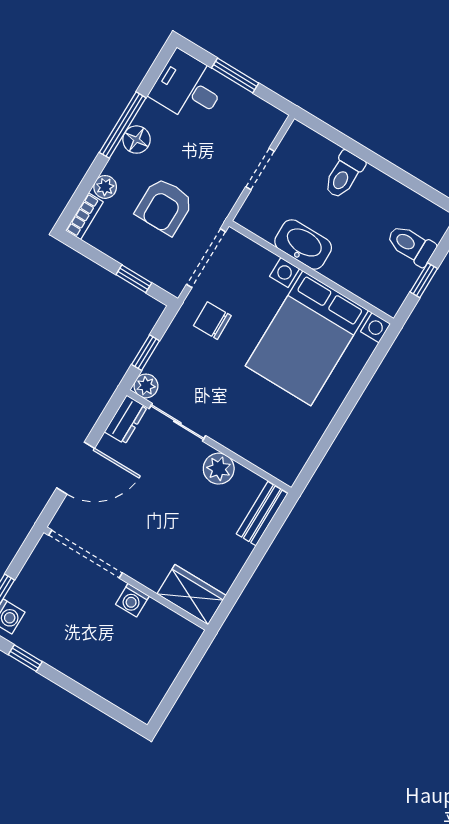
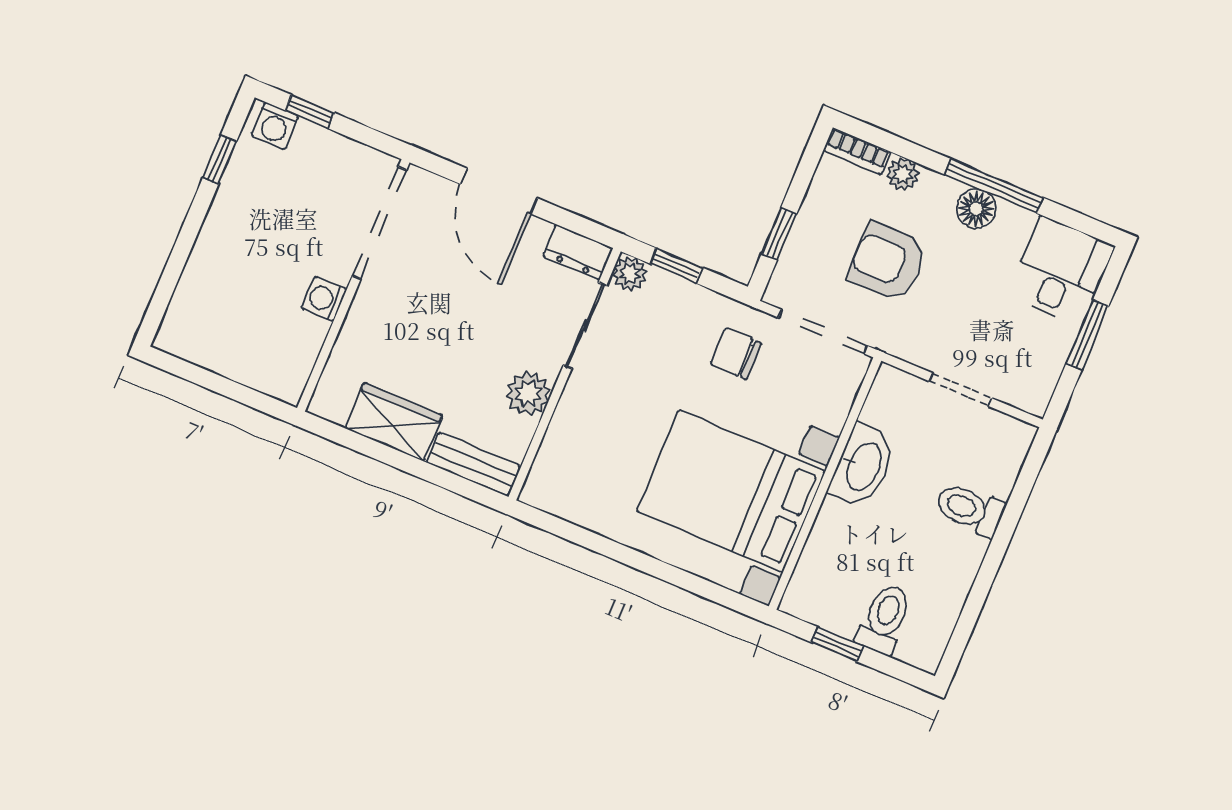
chair: (212, 321) -> (736, 354), turned -89
wardrobe: (192, 595) -> (394, 422), moved, turned -90

